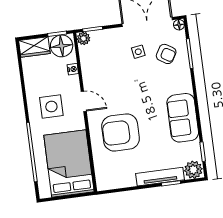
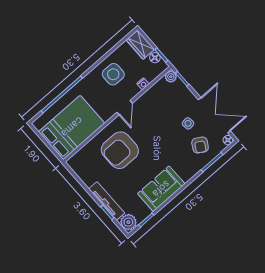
floor lamp: (62, 46) -> (155, 58), width x0.53, depth x0.53
side table: (51, 107) -> (113, 74), moved
armchair: (121, 132) -> (120, 150), turned -90

